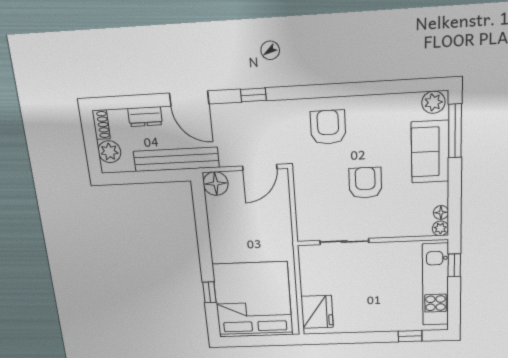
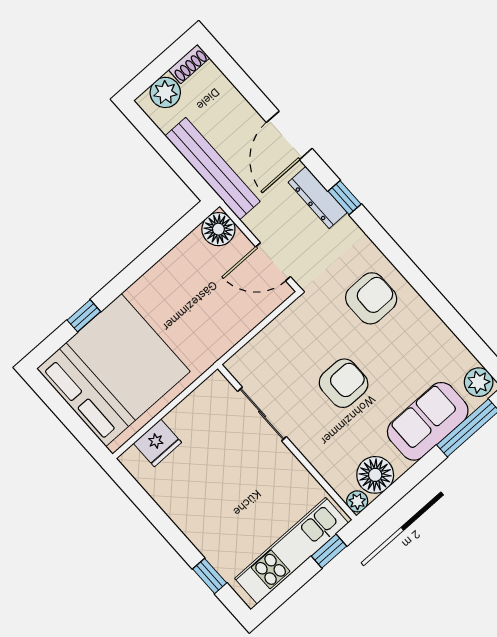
dresser: (145, 117) -> (318, 198), moved, width x1.44
floor lamp: (441, 212) -> (375, 475), width x1.89, depth x1.89
fridge: (317, 312) -> (157, 443), width x0.73, depth x0.75

